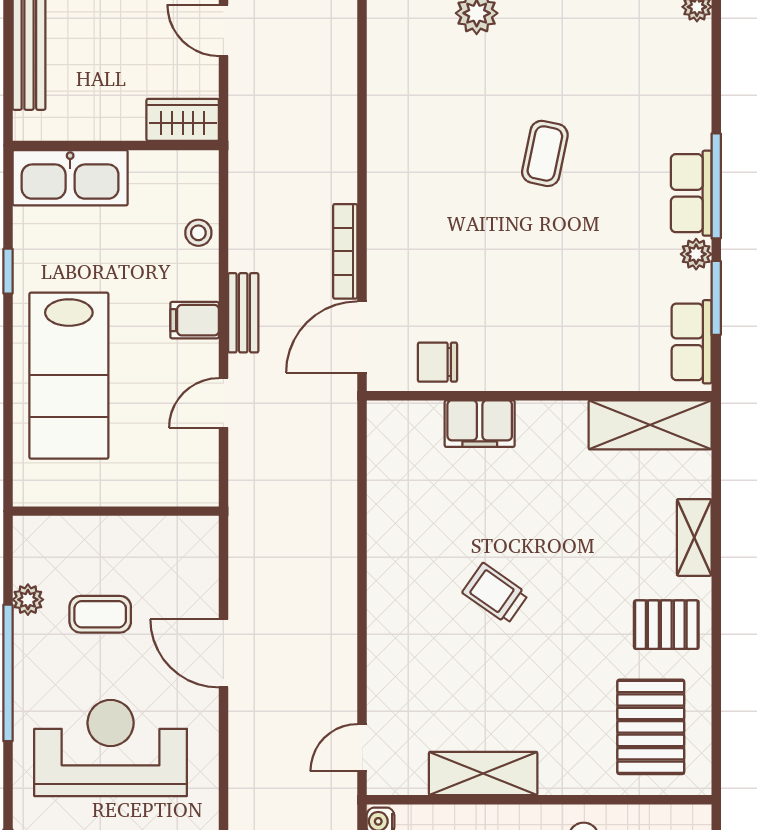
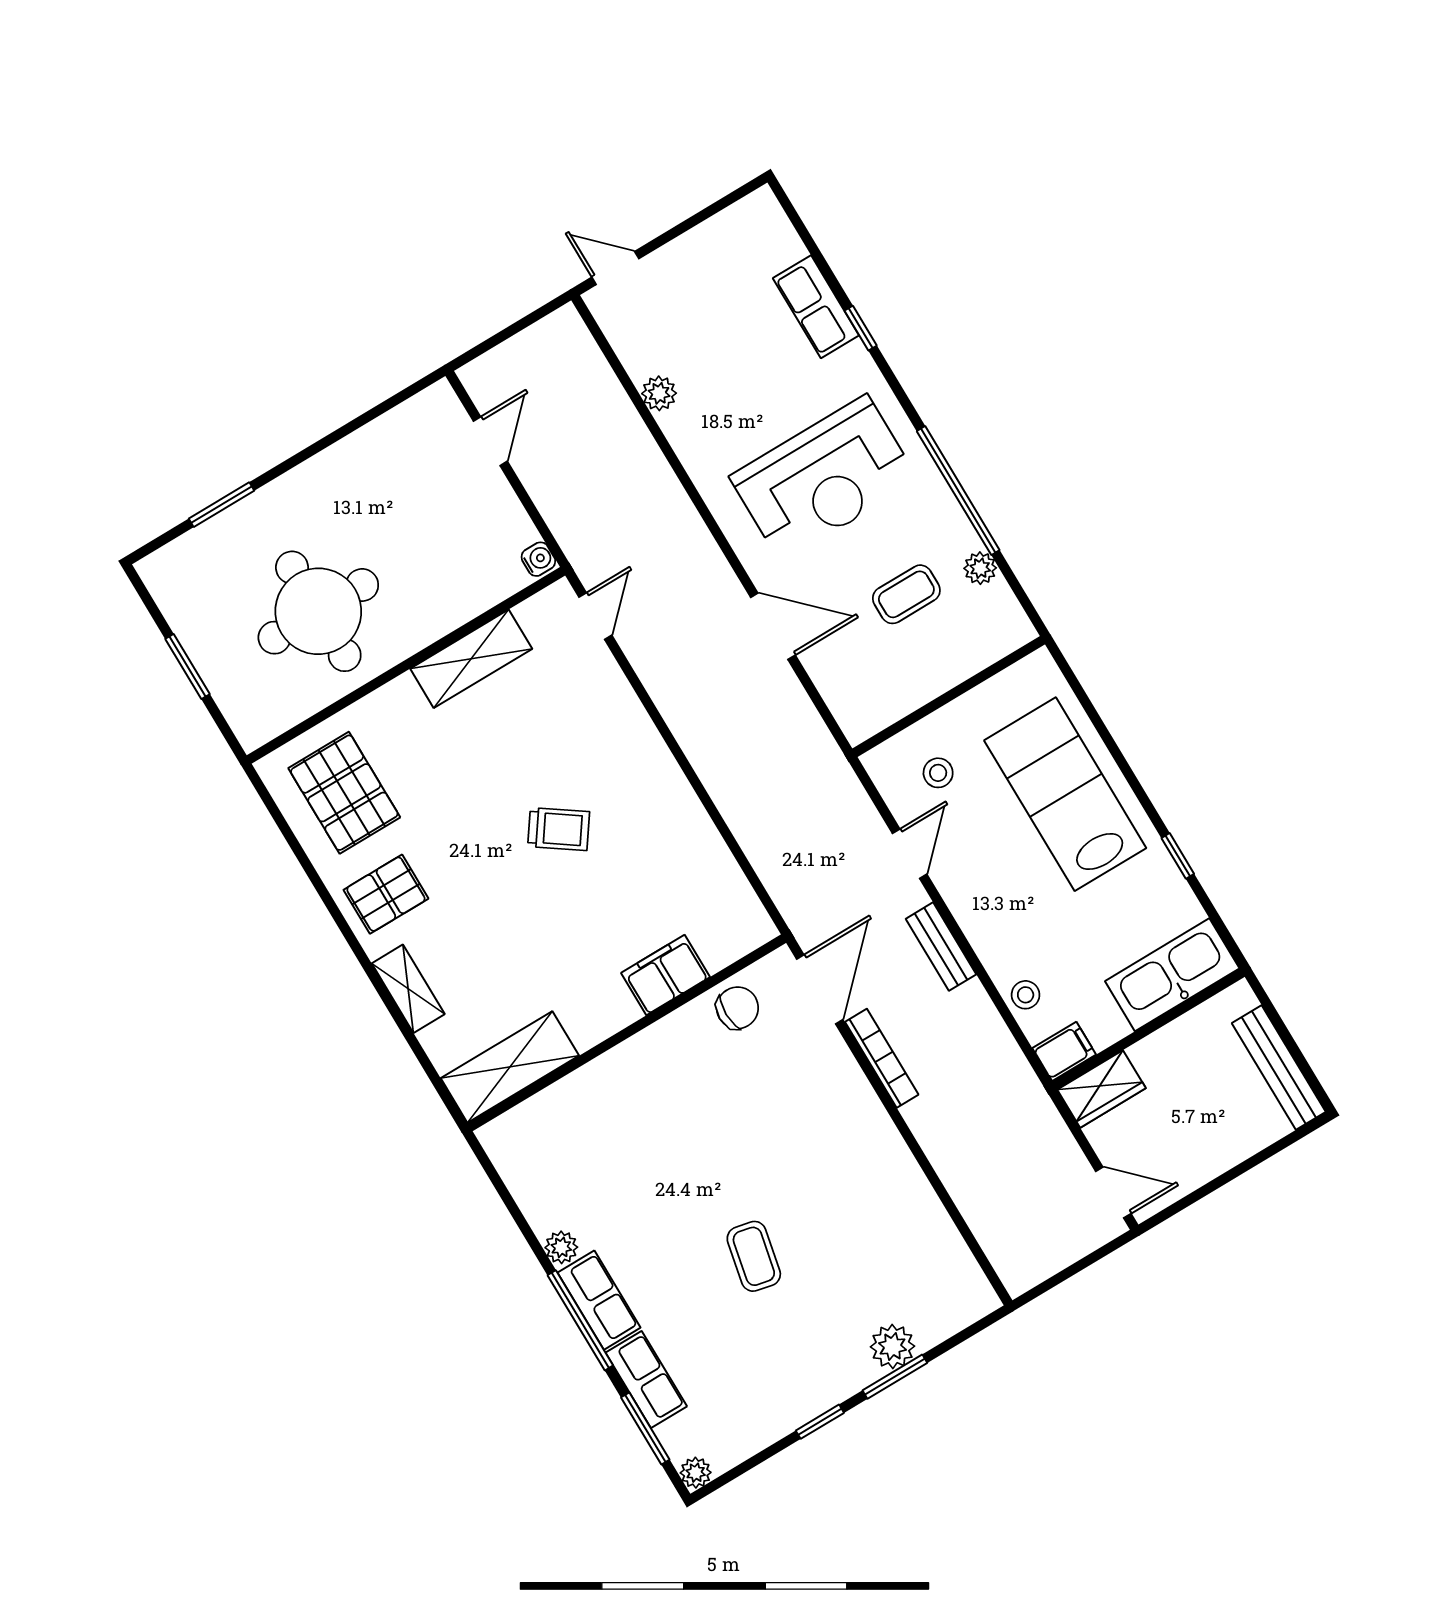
window: (716, 298) -> (645, 1428), moved
filing cabinet: (195, 320) -> (1064, 1051), moved
row of seats: (692, 342) -> (646, 1380), moved
stool: (161, 455) -> (938, 773), added

